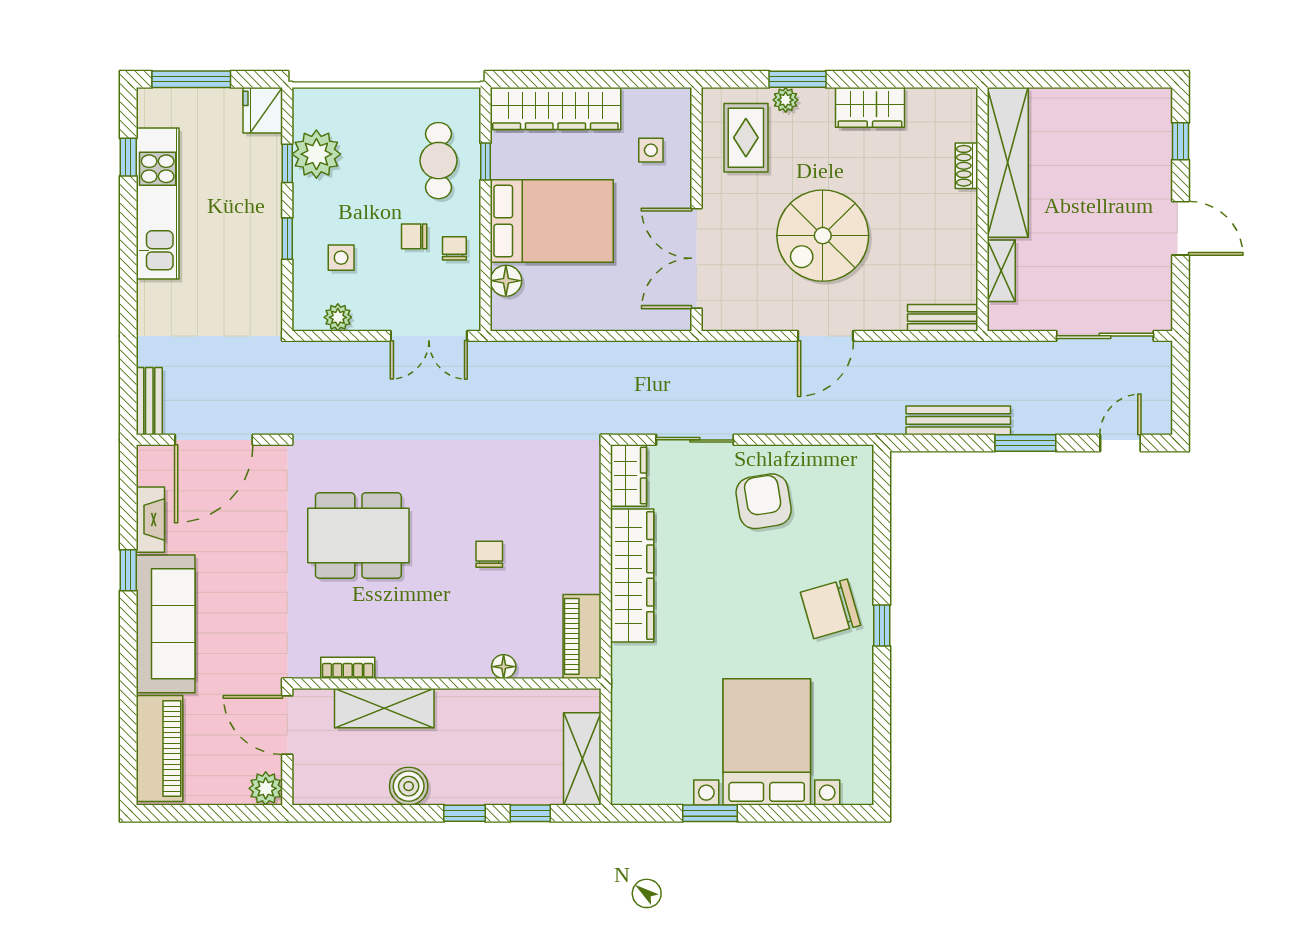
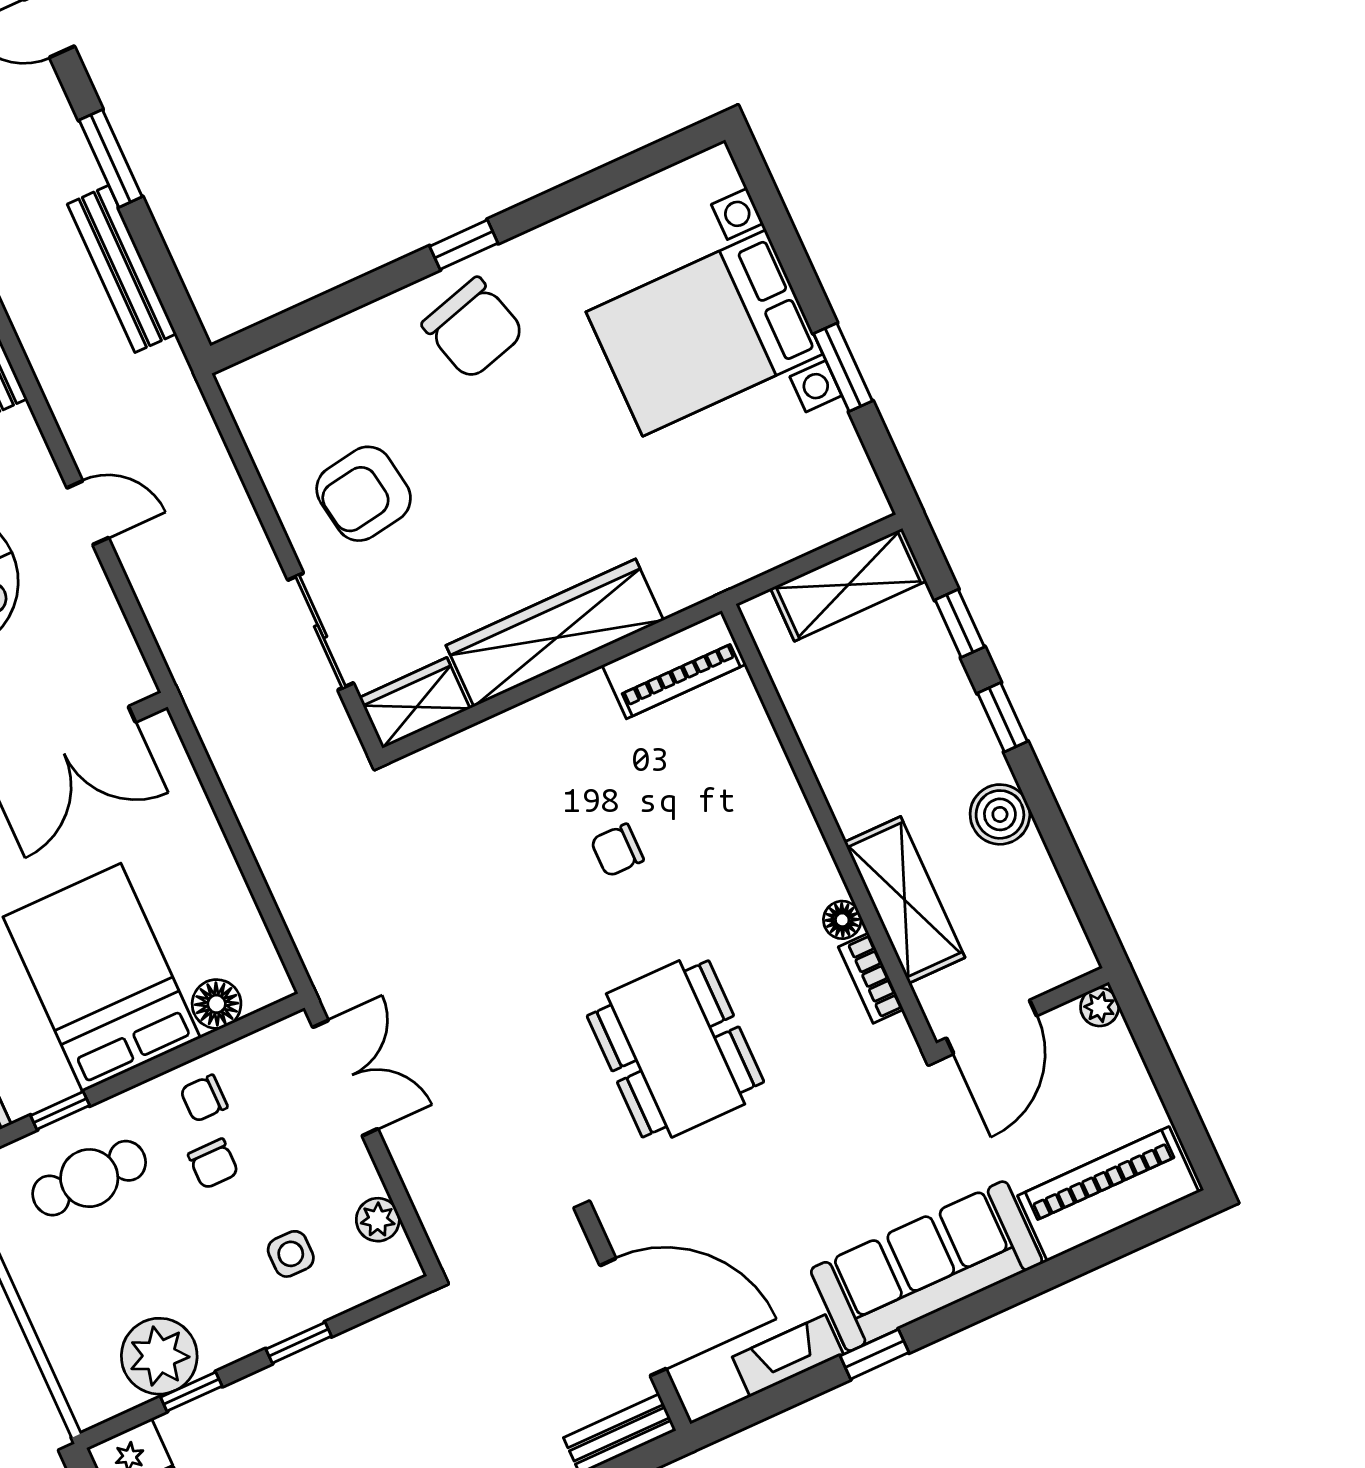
door: (826, 336) -> (88, 513), width x0.73
floor lamp: (504, 667) -> (842, 920), moved
plant: (266, 788) -> (1100, 1007), width x0.73, depth x0.73

